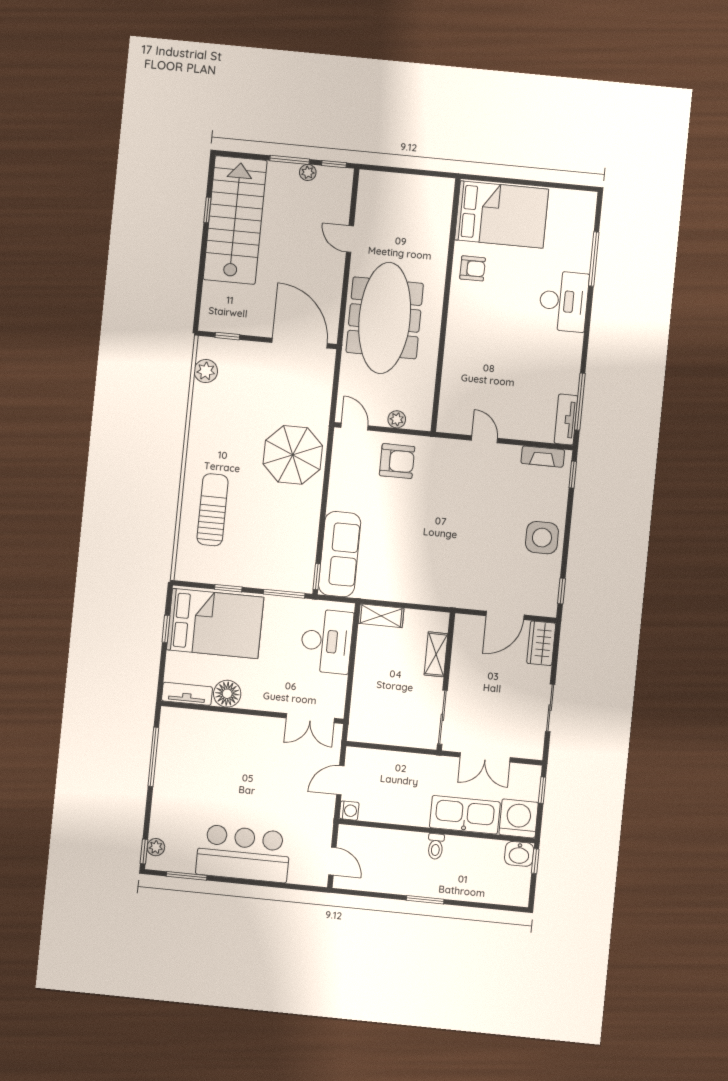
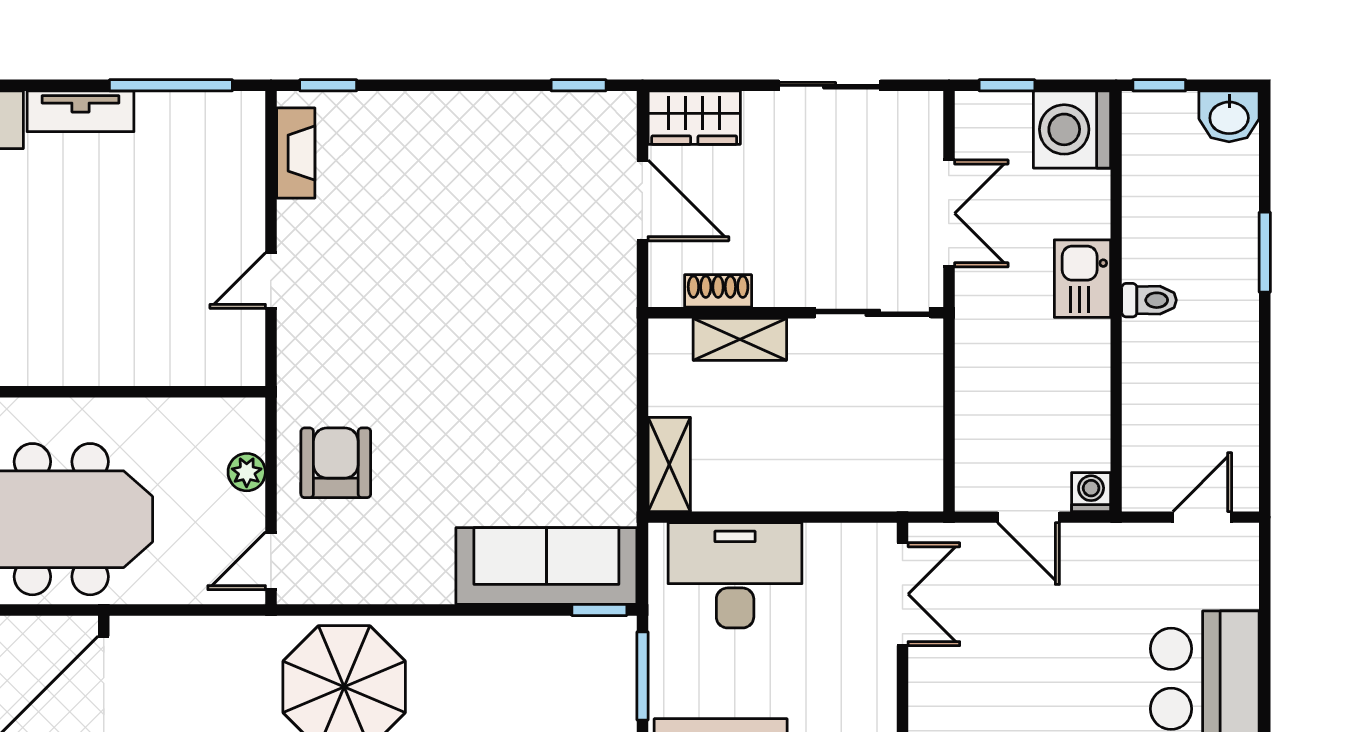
tv unit: (566, 419) -> (80, 111), moved
side table: (542, 538) -> (469, 138), removed
shoe rack: (459, 646) -> (718, 291), added
kitchen sink: (465, 815) -> (1082, 279), width x0.53, depth x0.81
washbasin: (519, 854) -> (1229, 116), moved, turned 90
window: (425, 900) -> (1265, 252), moved

